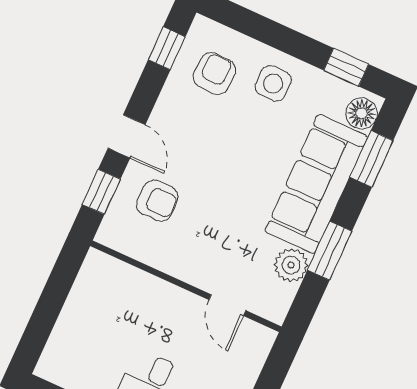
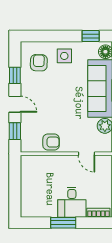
window: (167, 48) -> (15, 75), moved
armchair: (157, 201) -> (51, 142), moved

